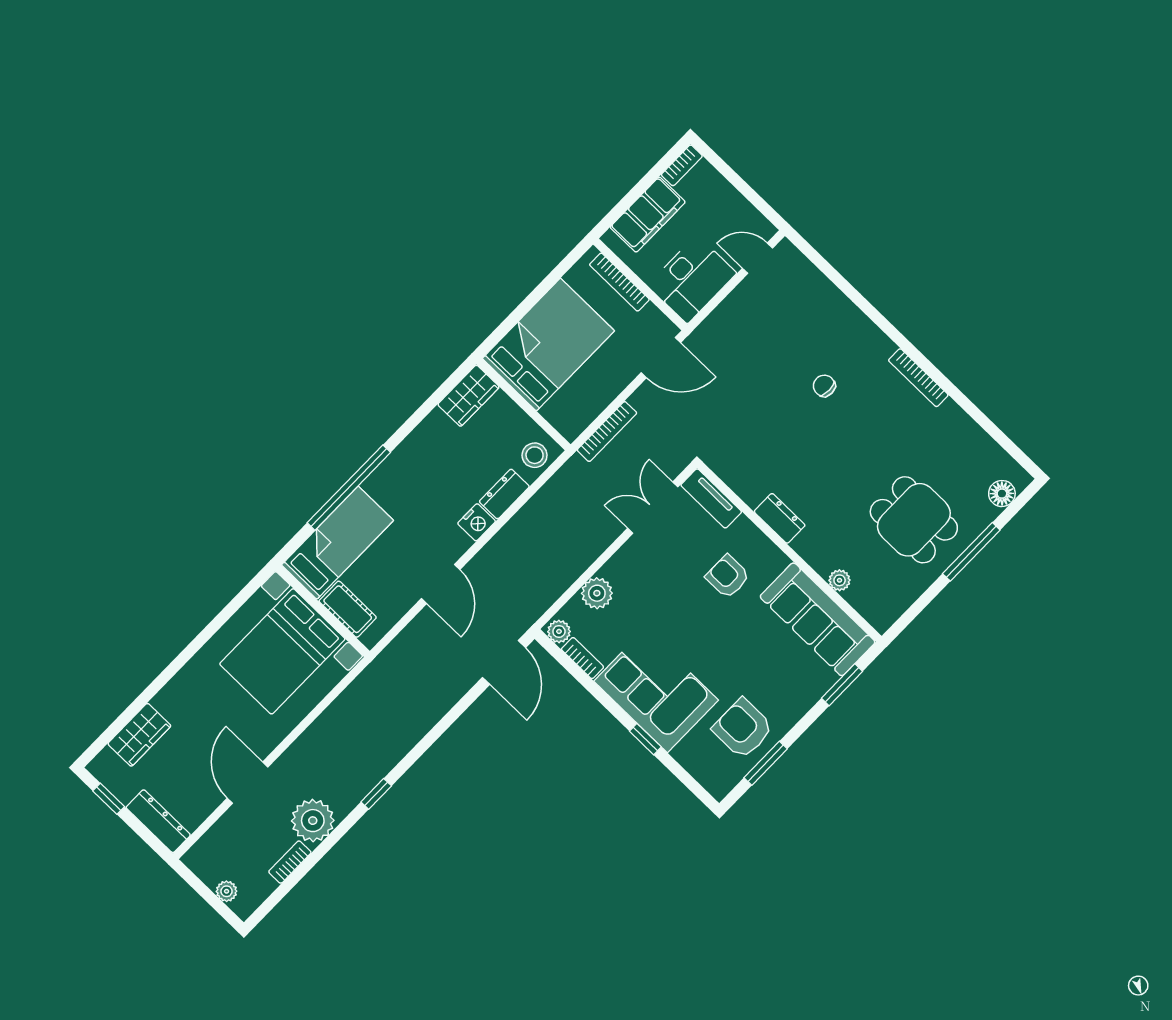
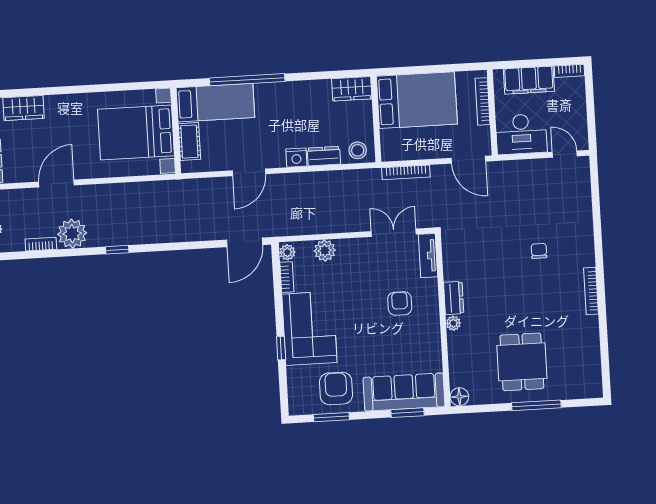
floor lamp: (1002, 494) -> (459, 397), moved
plant: (840, 580) -> (453, 323), moved
sofa: (818, 619) -> (404, 392), moved, turned 90

